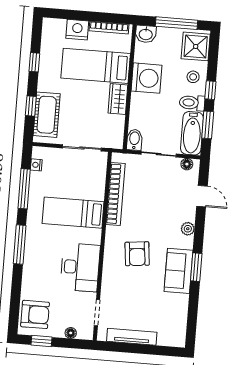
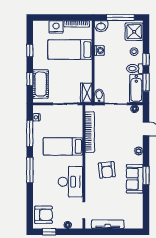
washing machine: (146, 78) -> (99, 51), width x0.53, depth x0.53
wardrobe: (118, 99) -> (86, 93), moved

